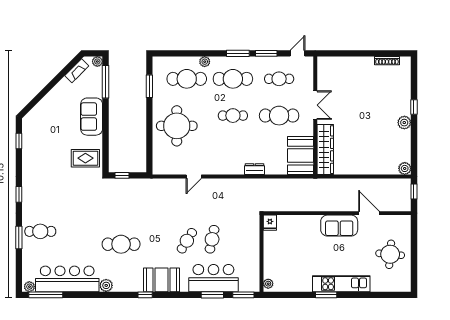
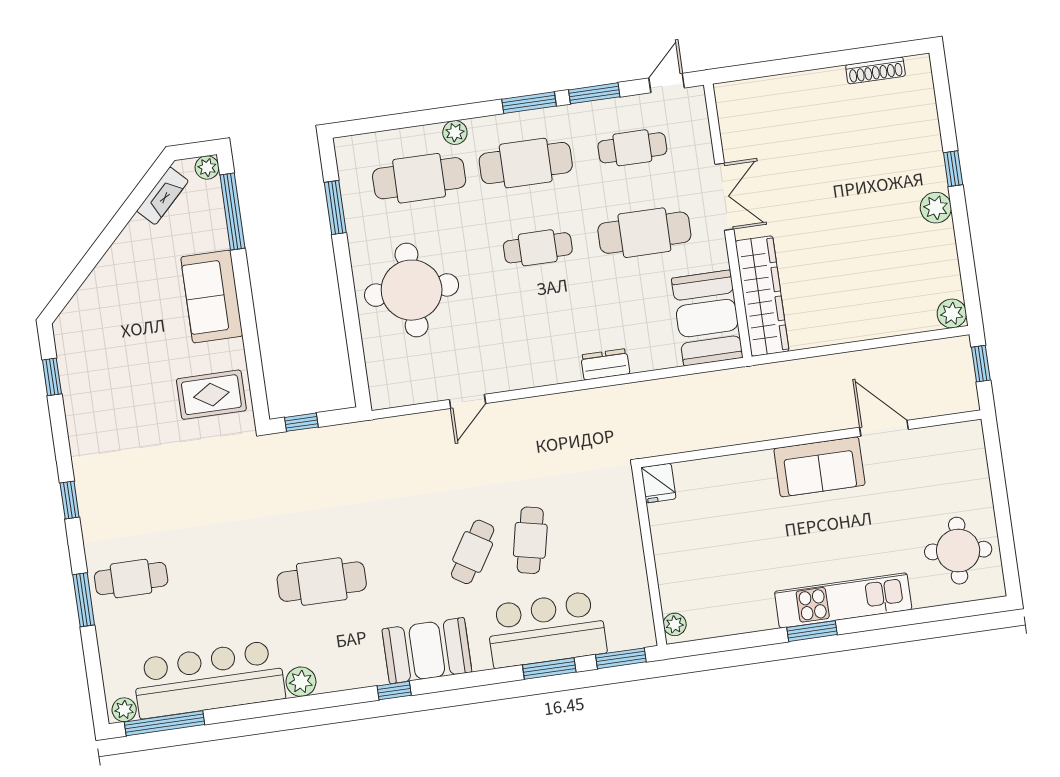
round table: (390, 254) -> (958, 551), moved

